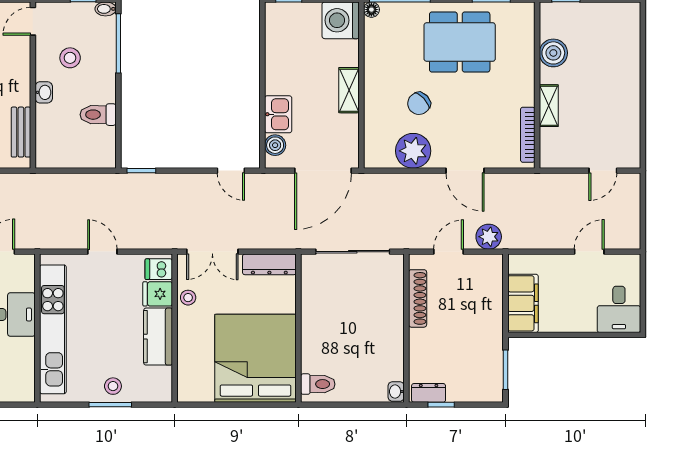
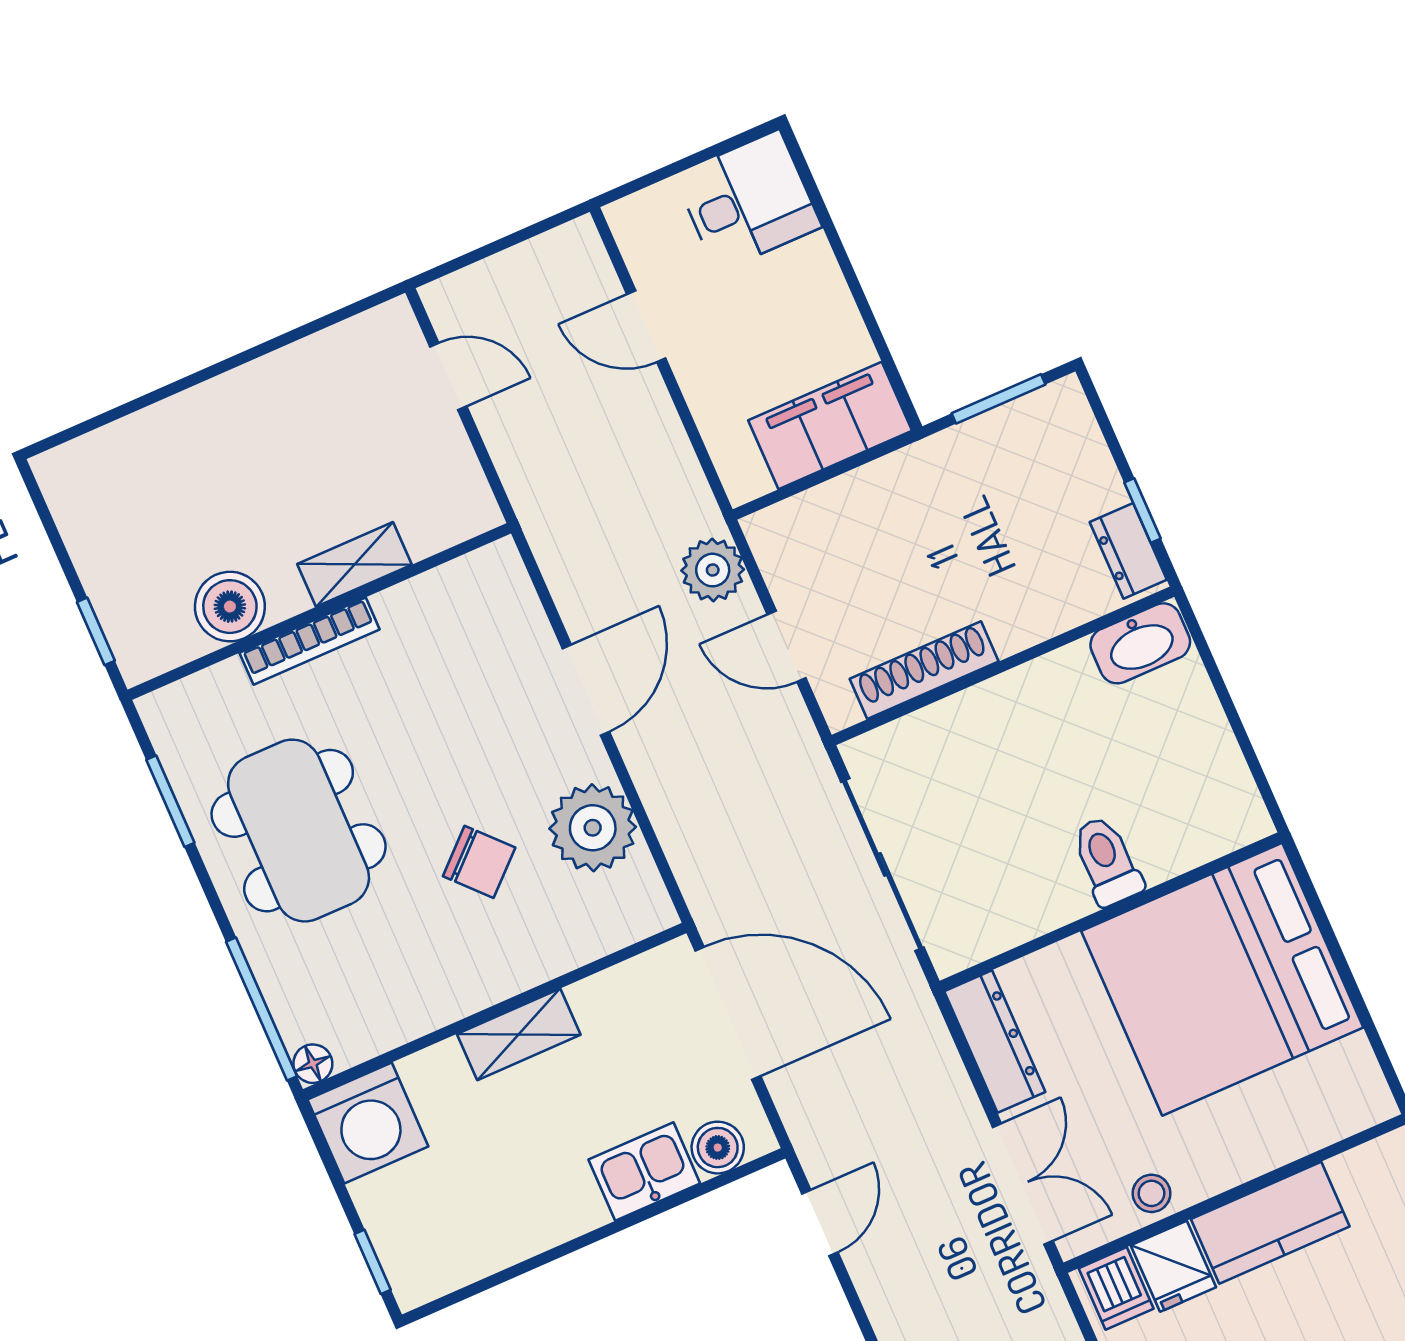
bookcase: (528, 135) -> (310, 641), moved
toilet: (318, 384) -> (1107, 861), moved
washbasin: (396, 392) -> (1140, 643), width x1.91, depth x1.45

